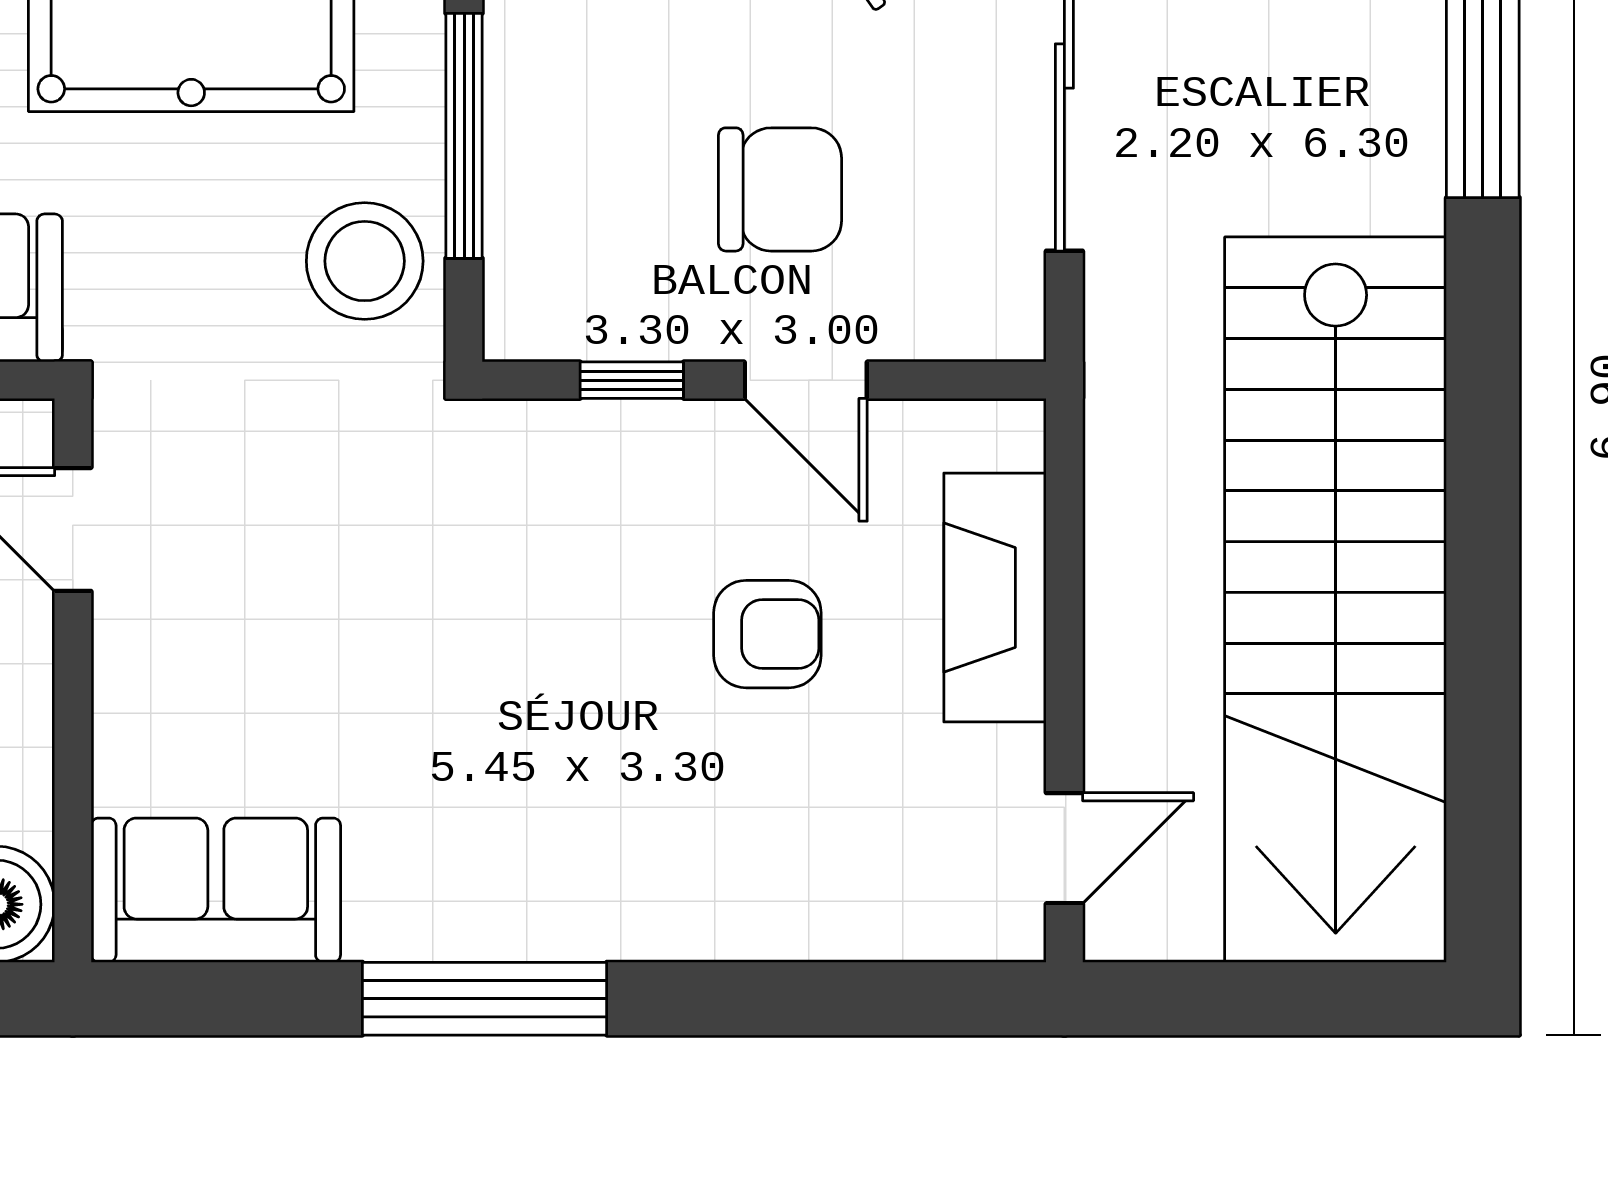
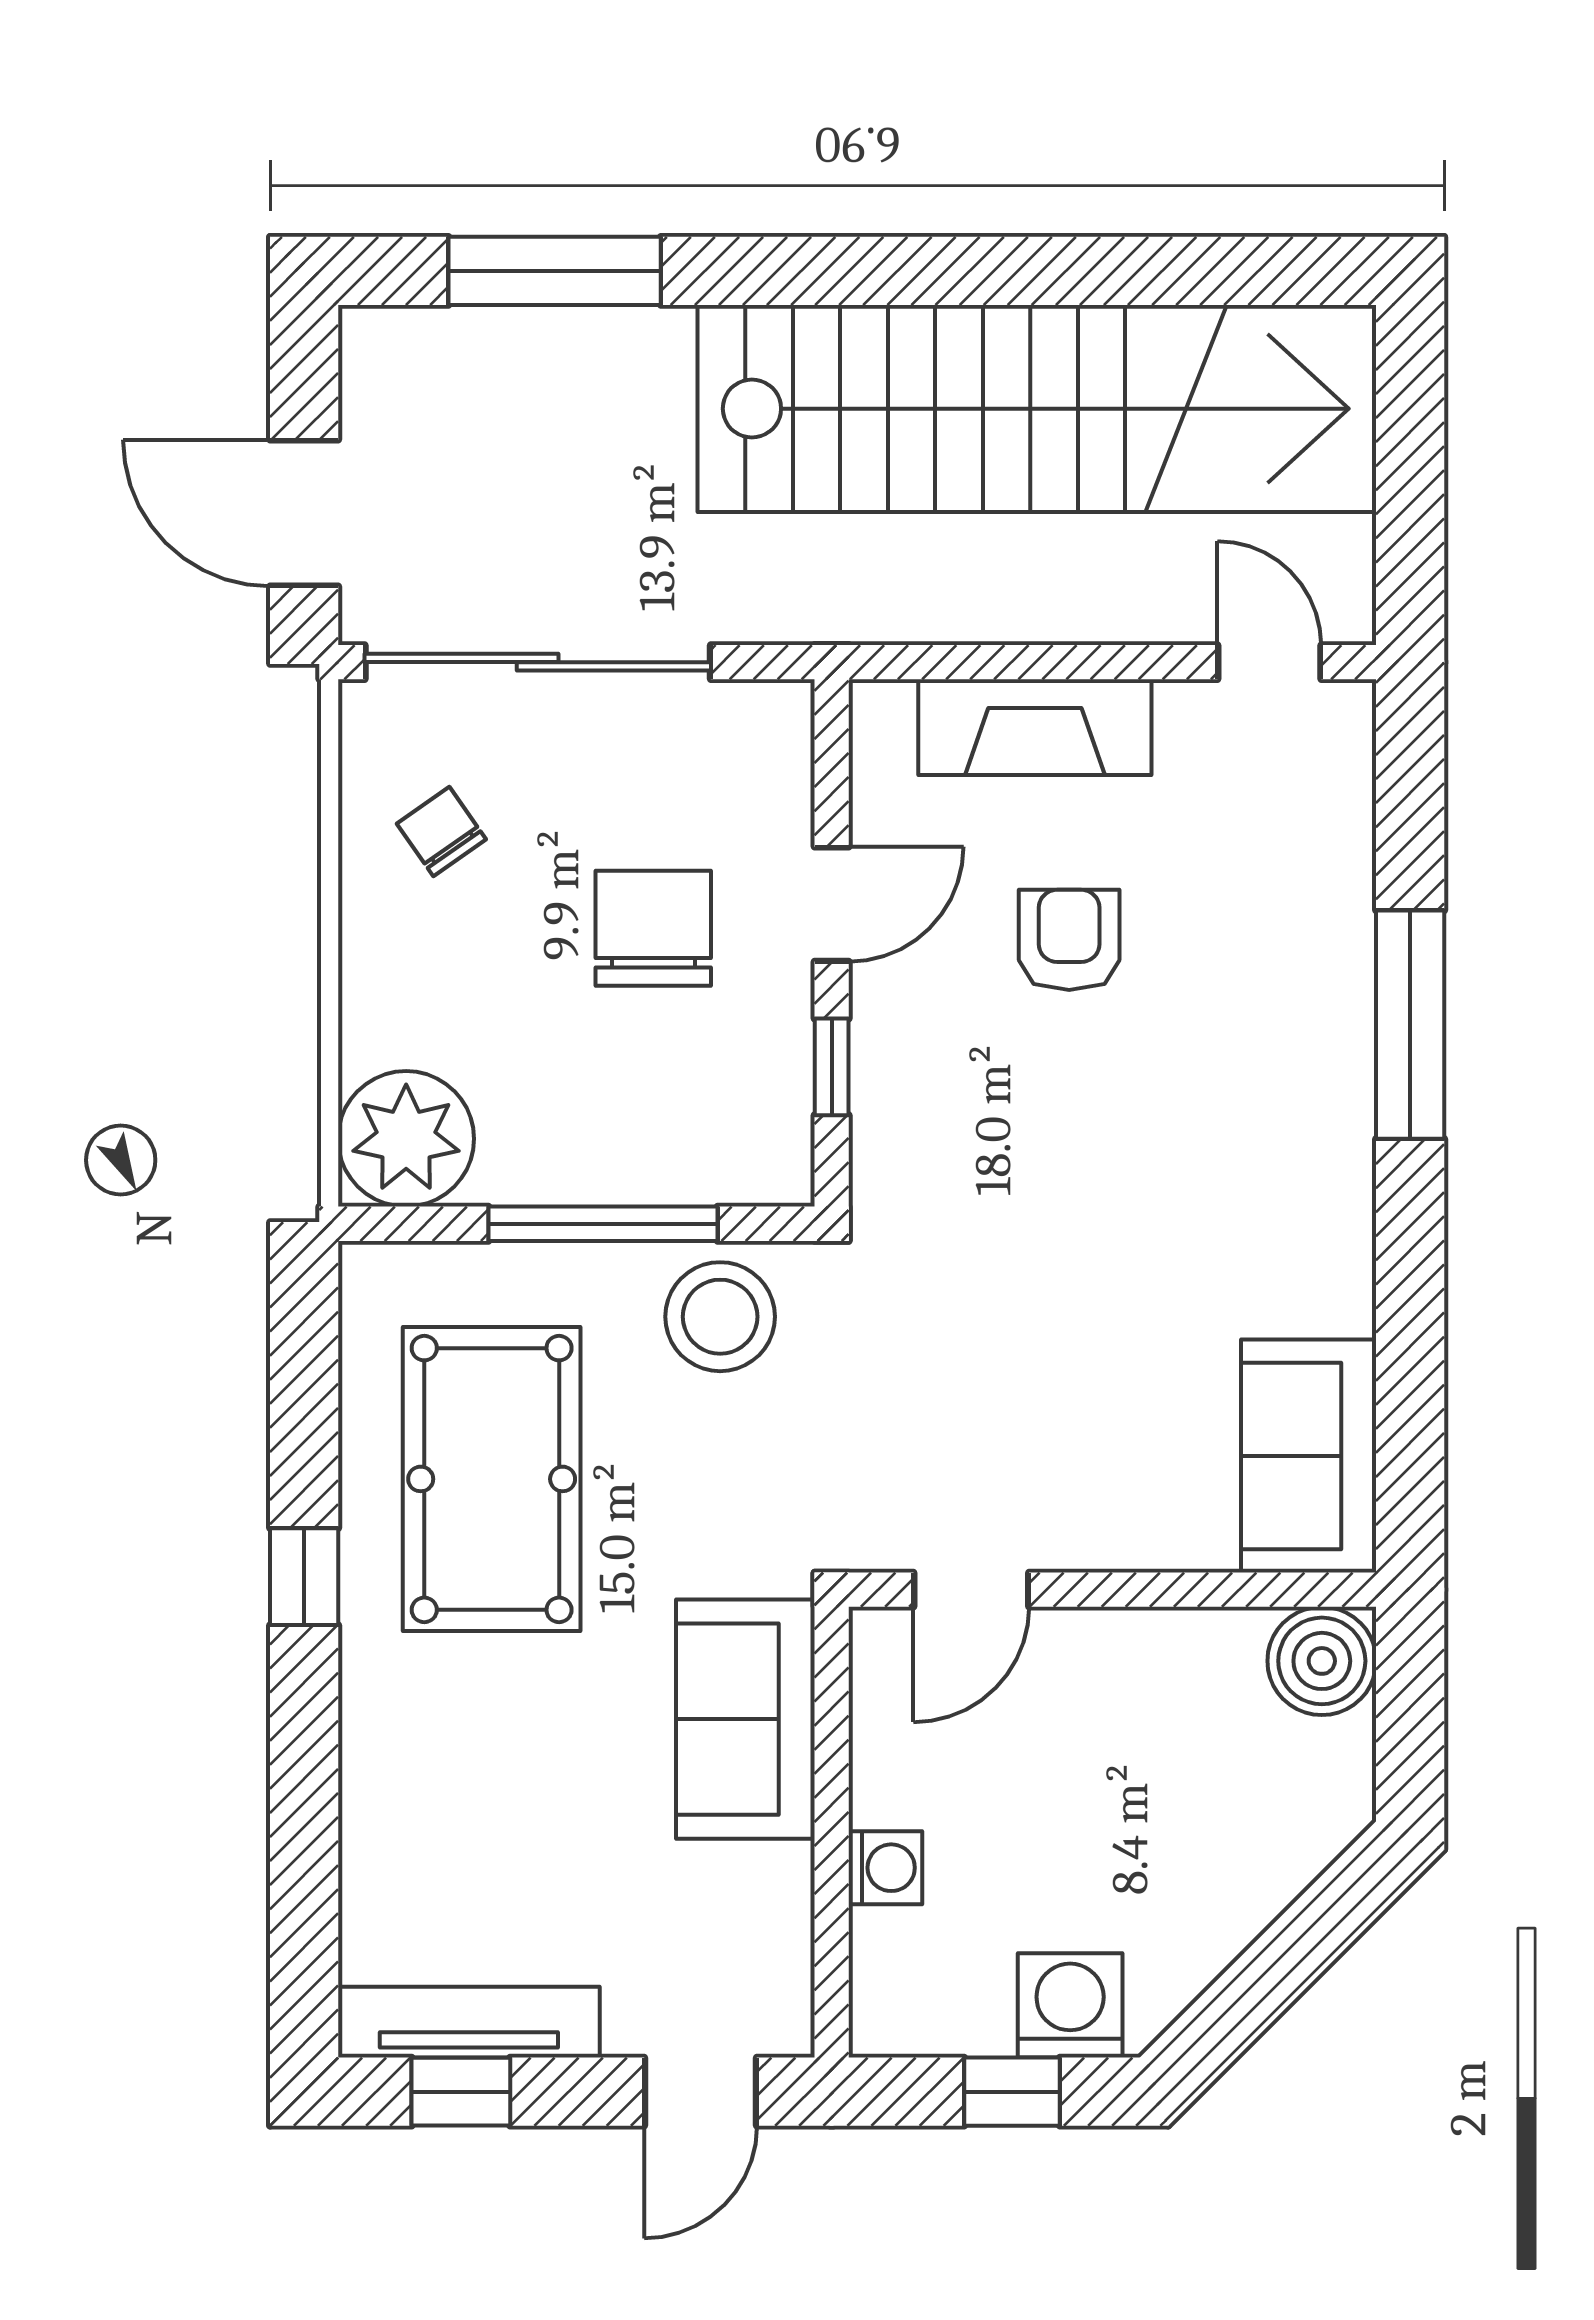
window: (485, 999) -> (1410, 1025), moved

